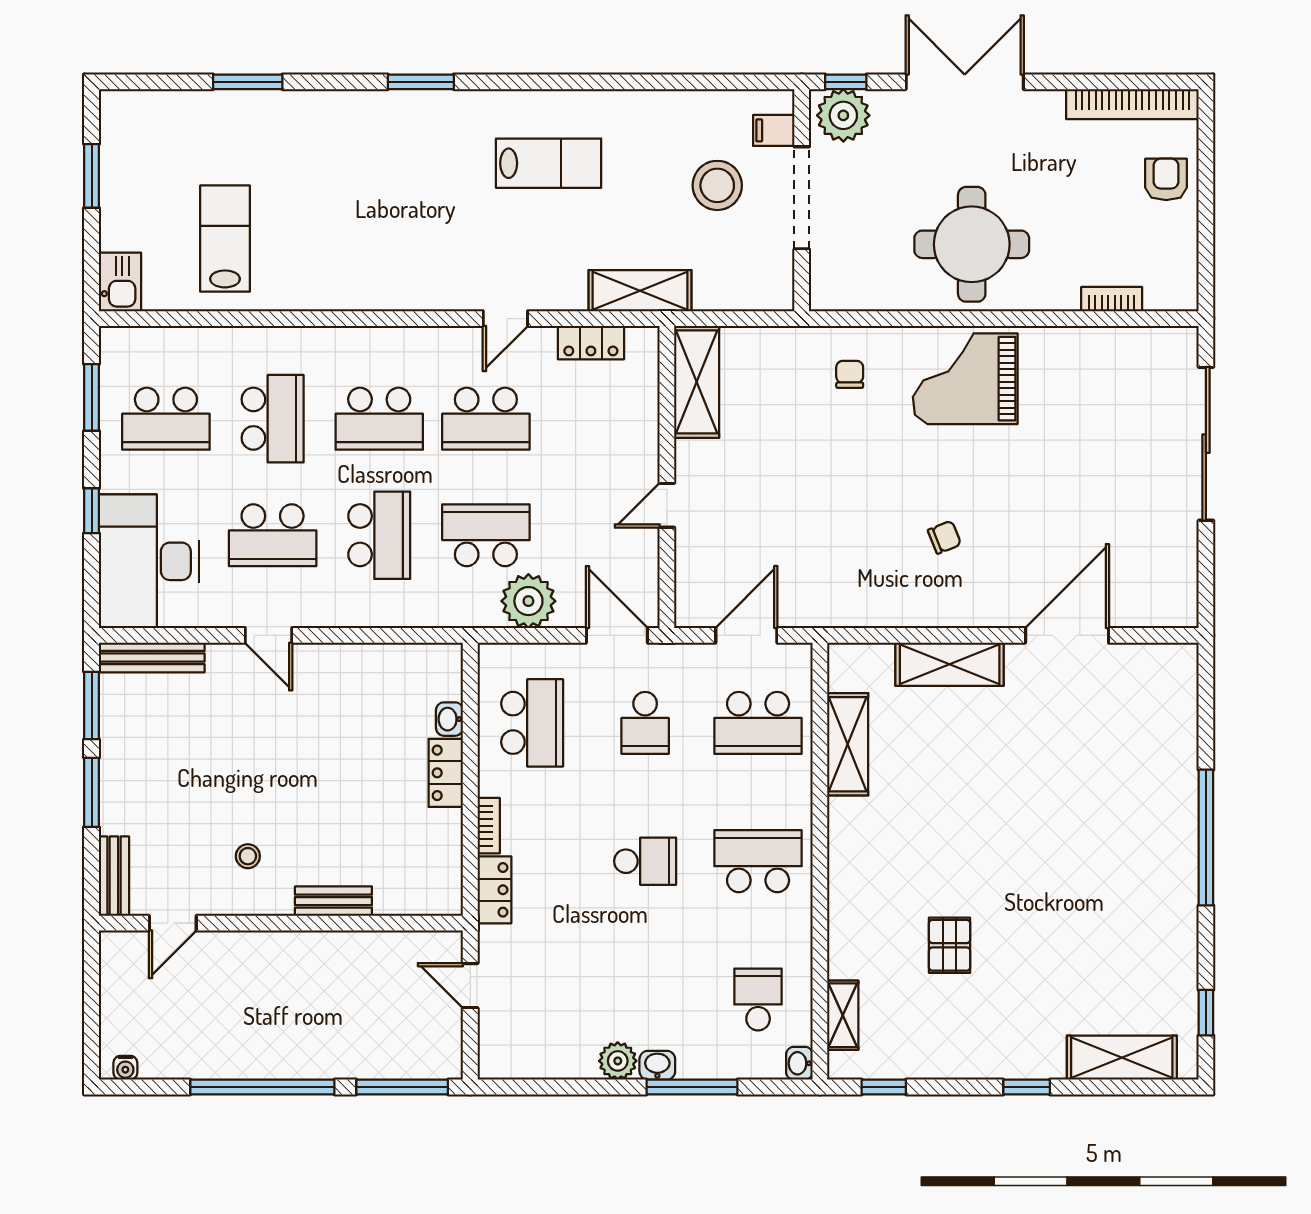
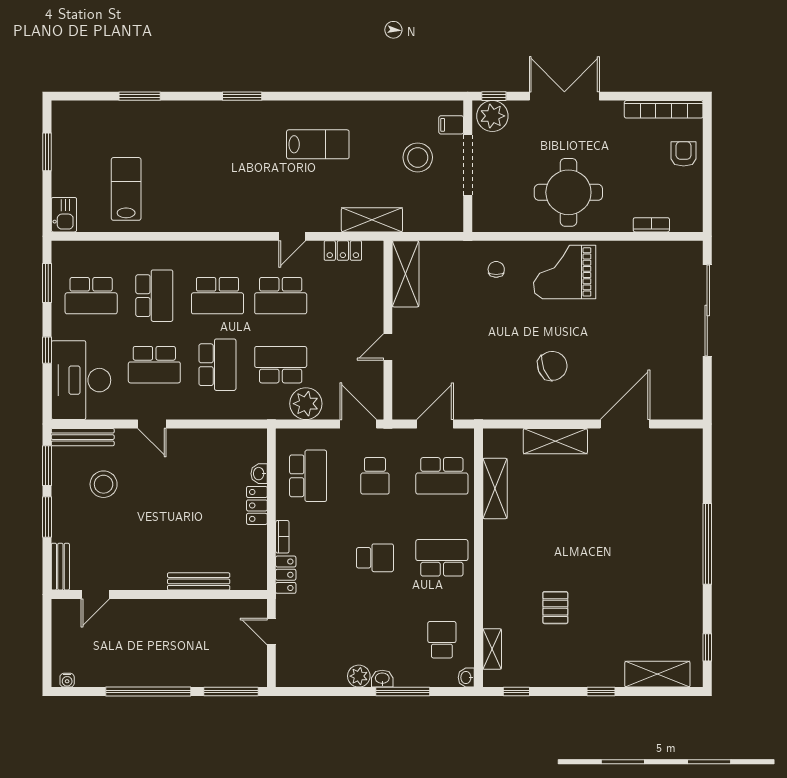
chair: (944, 537) -> (552, 366), width x1.87, depth x1.87
stool: (248, 856) -> (104, 484), moved, width x1.89, depth x1.89
bench: (333, 901) -> (199, 581), width x1.36

